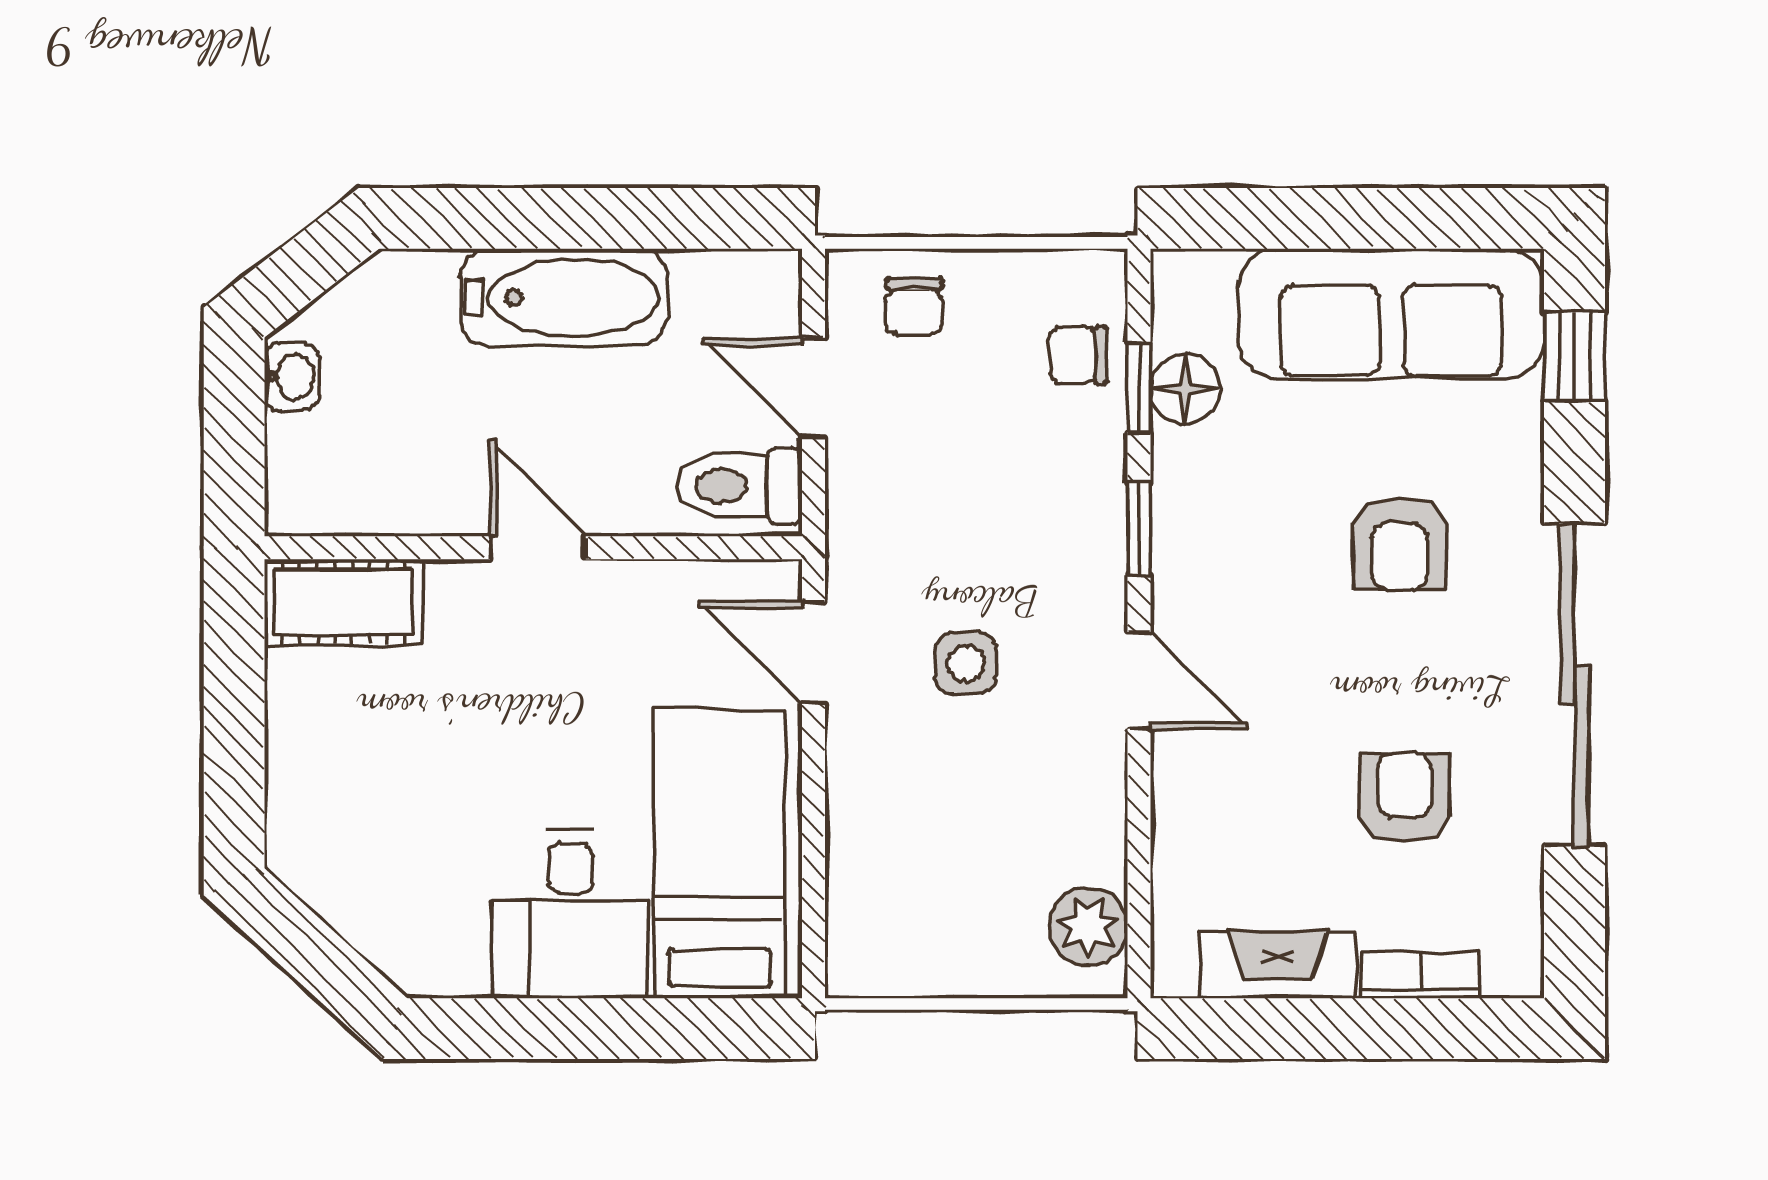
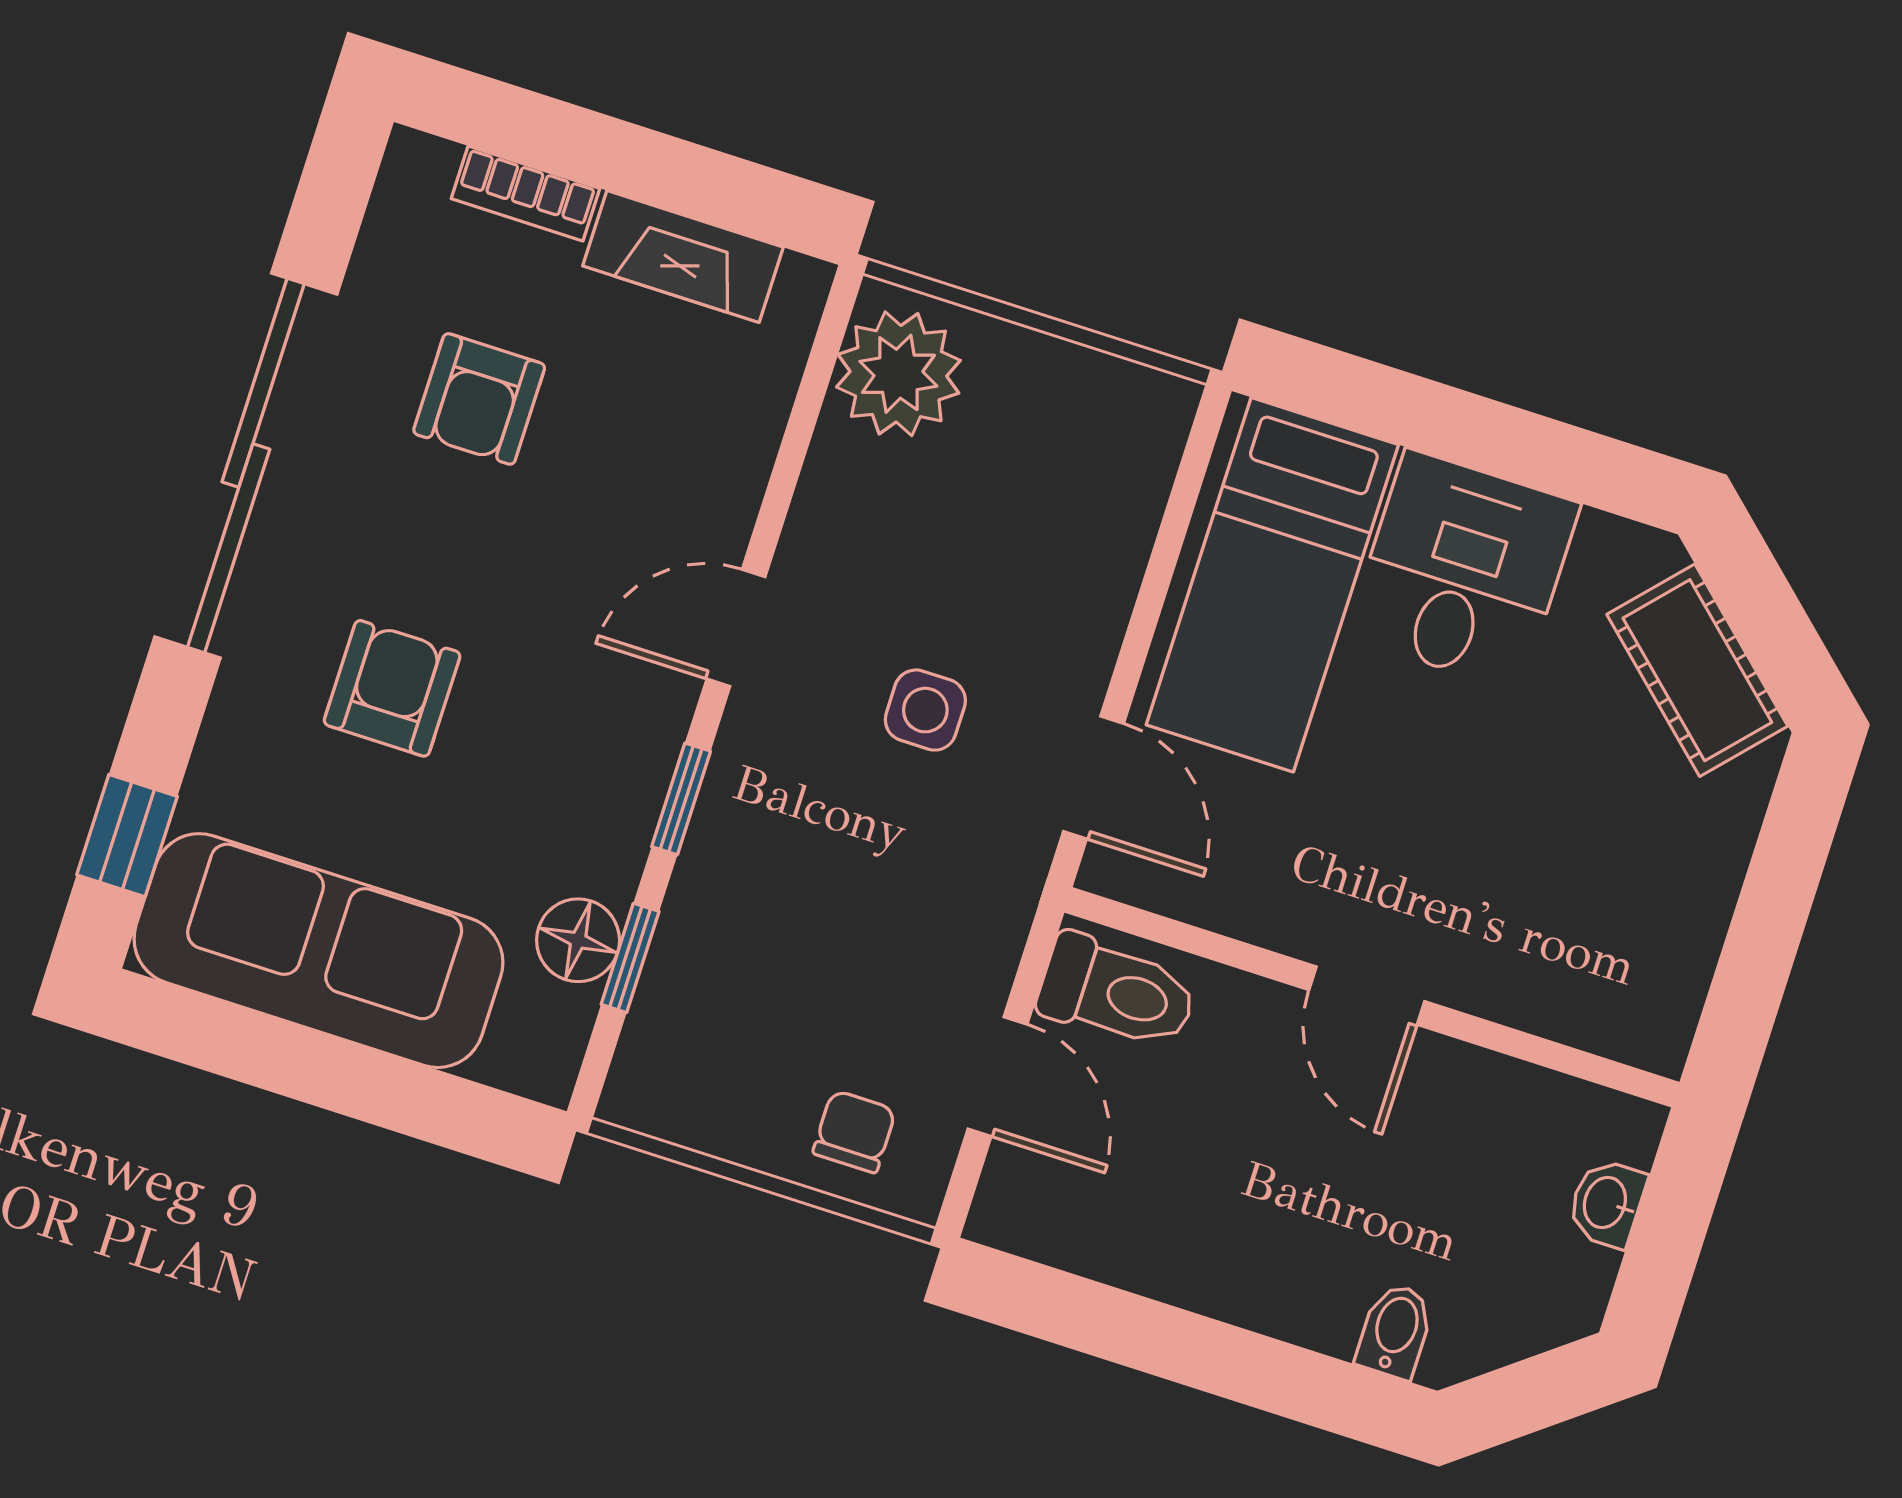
bidet: (429, 286) -> (1395, 1331), added
bathtub: (564, 297) -> (1247, 1269), removed
chair: (1078, 355) -> (688, 1017), removed
washbasin: (292, 377) -> (1607, 1203), moved
cot: (343, 602) -> (1697, 670), moved, turned 42
door: (1139, 680) -> (736, 628), hinge flipped
plant: (1088, 926) -> (898, 374), width x1.36, depth x1.36

